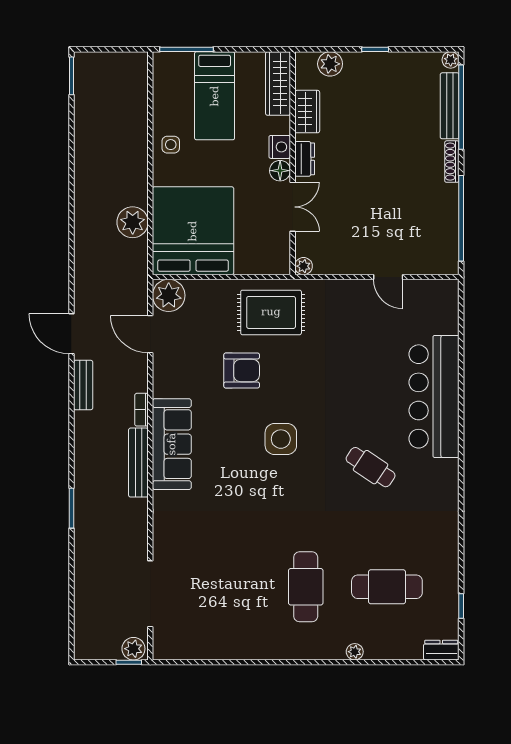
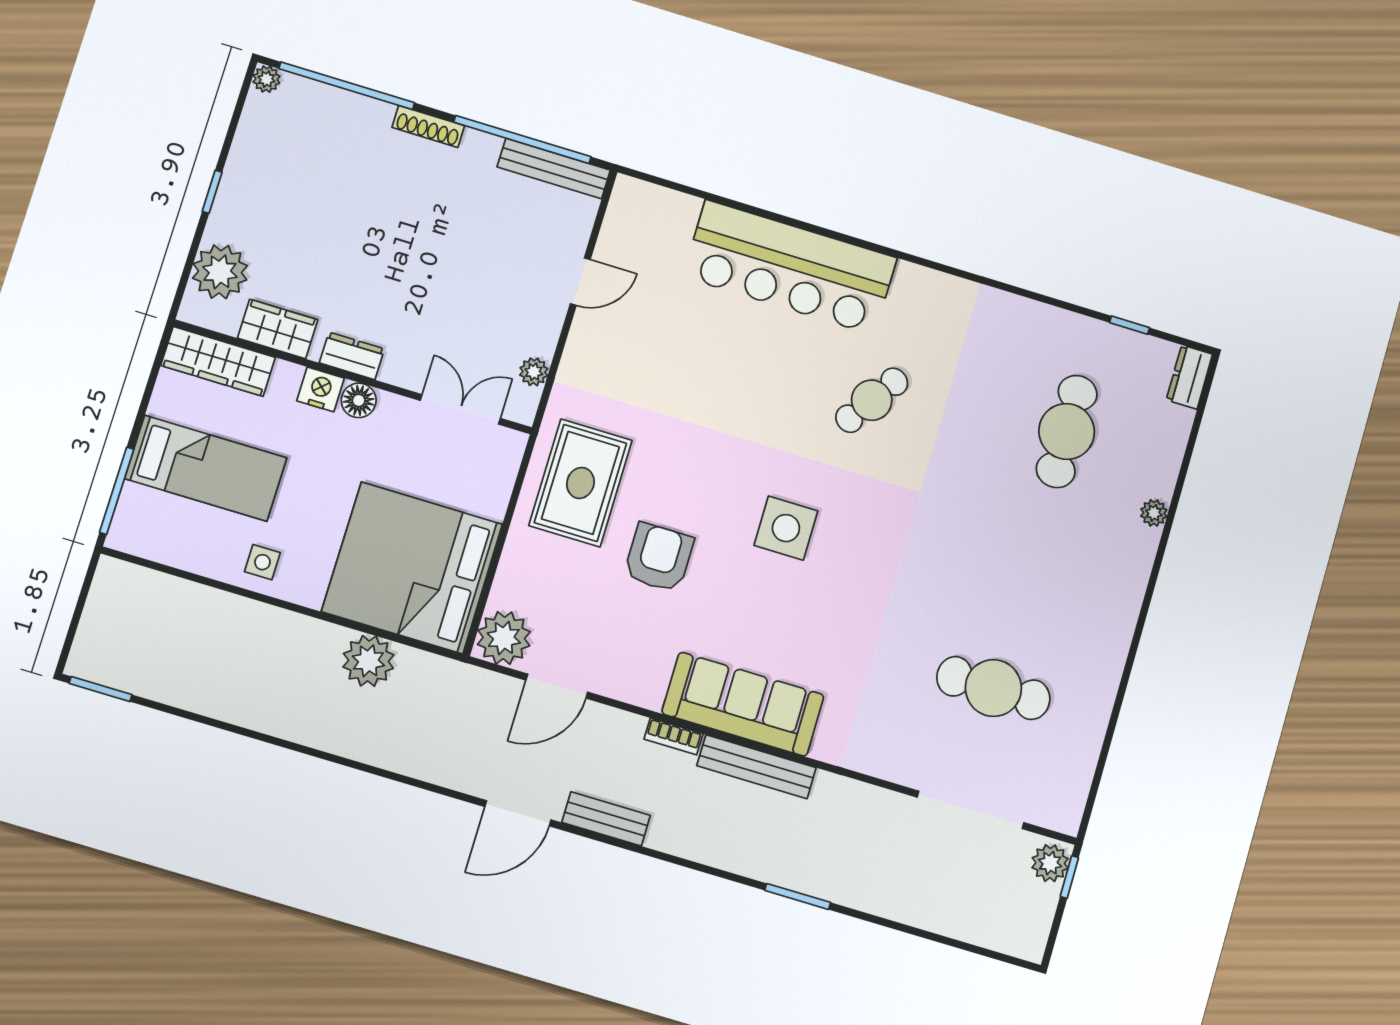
plant: (330, 64) -> (220, 272), width x1.36, depth x1.36
bench: (450, 106) -> (554, 169), moved
double door: (293, 207) -> (460, 409), moved
plant: (304, 266) -> (534, 372), moved
cafe table: (306, 587) -> (993, 688), moved

